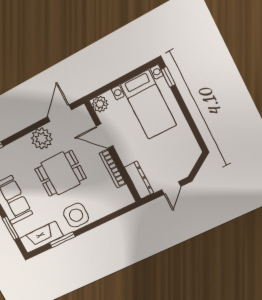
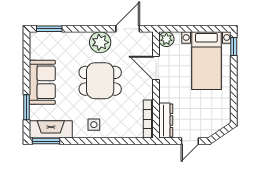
bookcase: (113, 169) -> (148, 119), moved
side table: (76, 215) -> (94, 125), width x0.54, depth x0.54
window: (62, 240) -> (46, 141), moved

